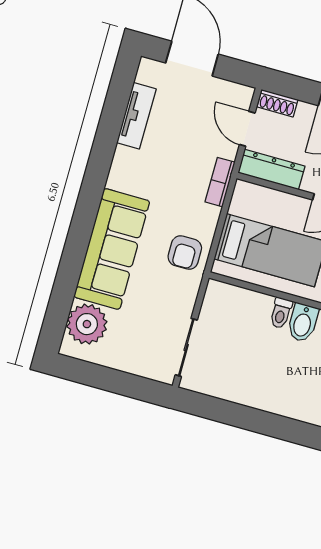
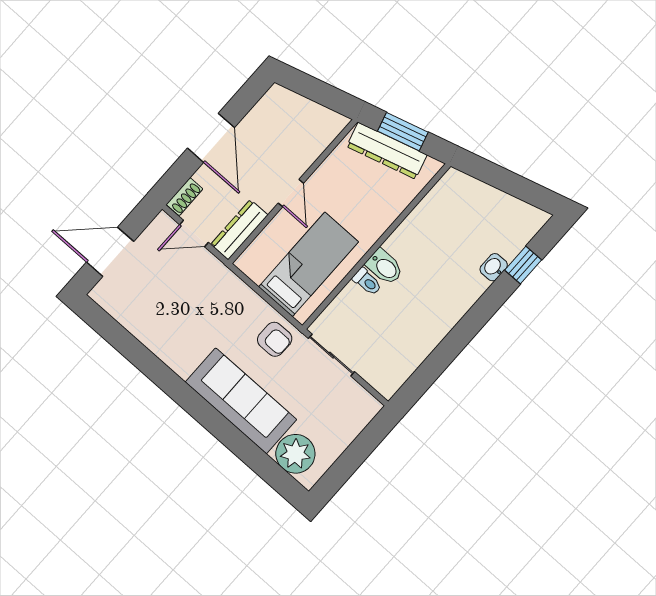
tv unit: (136, 116) -> (136, 324), removed
bookcase: (220, 182) -> (229, 279), removed
sliding door: (186, 347) -> (331, 355), moved

